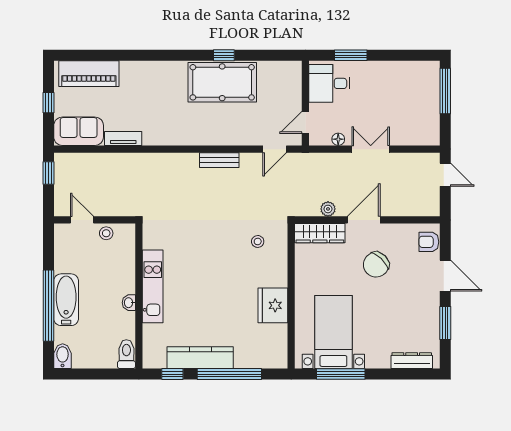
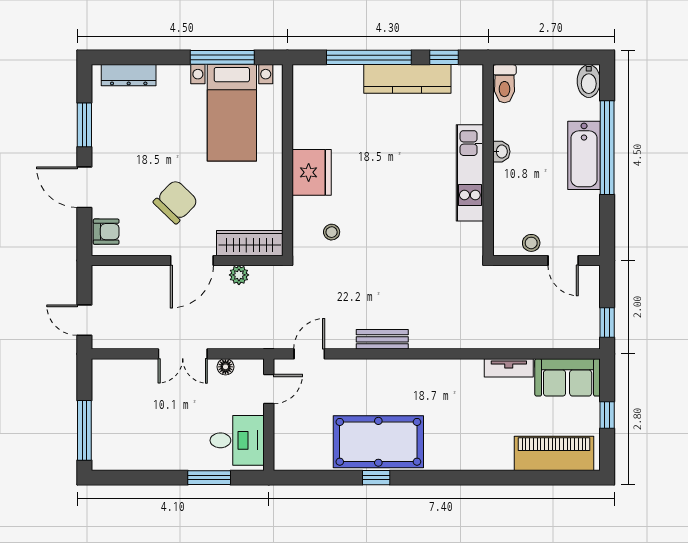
fridge: (273, 305) -> (312, 172), moved

